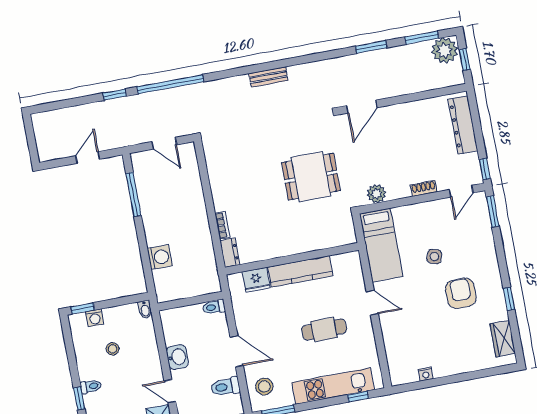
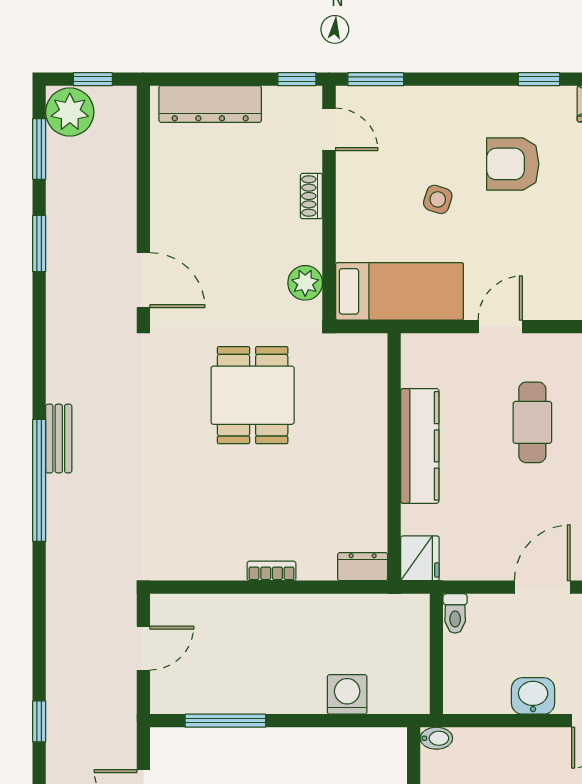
window: (170, 84) -> (39, 480), moved
bookcase: (222, 225) -> (272, 571), moved
fridge: (256, 280) -> (420, 558), moved

